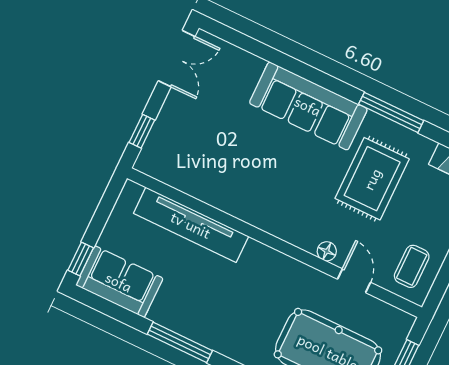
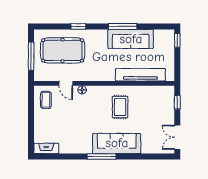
window: (391, 112) -> (102, 157), moved
rug: (372, 179) -> (120, 107), moved, width x0.73, depth x0.70
sofa: (119, 282) -> (131, 39), moved, width x1.36

